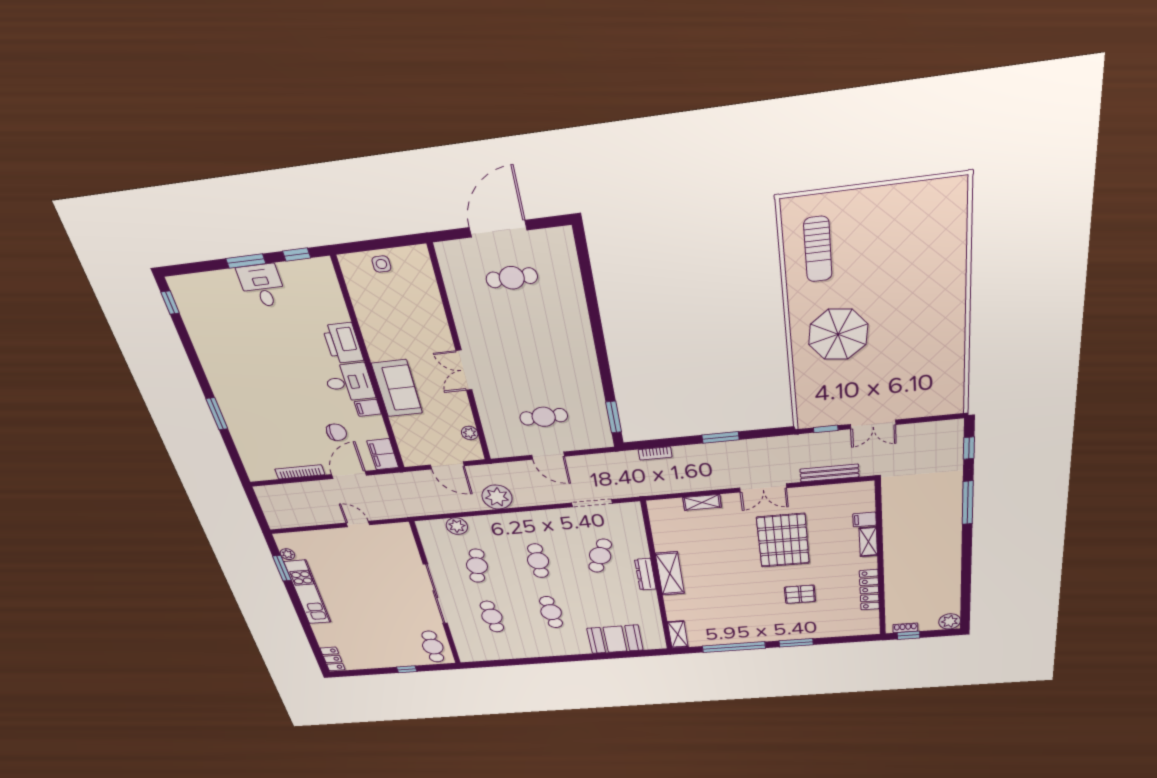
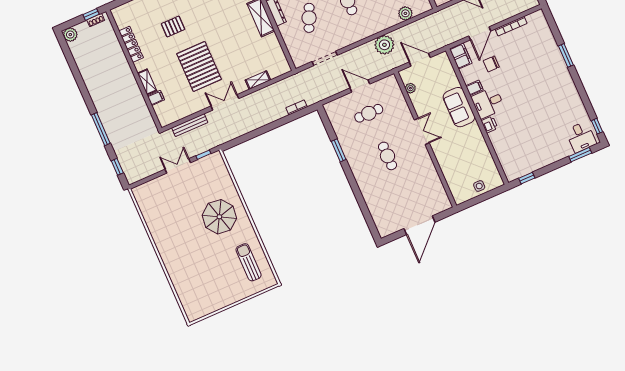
window: (246, 261) -> (580, 155), moved
cafe table: (512, 278) -> (387, 156), moved, turned 90
desk: (262, 286) -> (581, 137), moved
printer: (343, 343) -> (489, 124), width x0.53, depth x0.68
window: (614, 417) -> (339, 150), moved
window: (721, 437) -> (262, 130), removed

